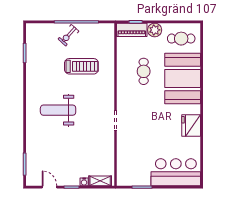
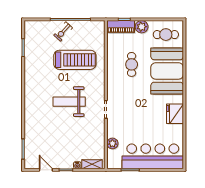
treadmill: (81, 66) -> (75, 60), width x1.37, depth x1.38
weight bench: (58, 110) -> (69, 102), moved
plant: (123, 158) -> (112, 143), added
bar counter: (176, 172) -> (153, 156), width x1.36

